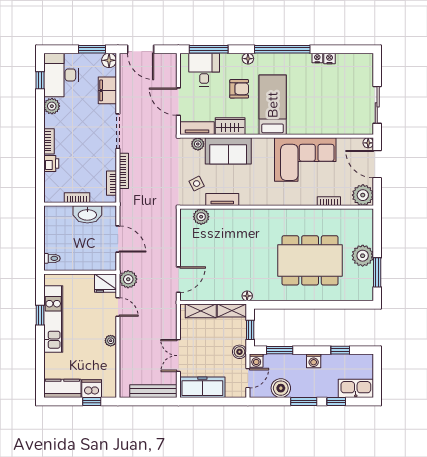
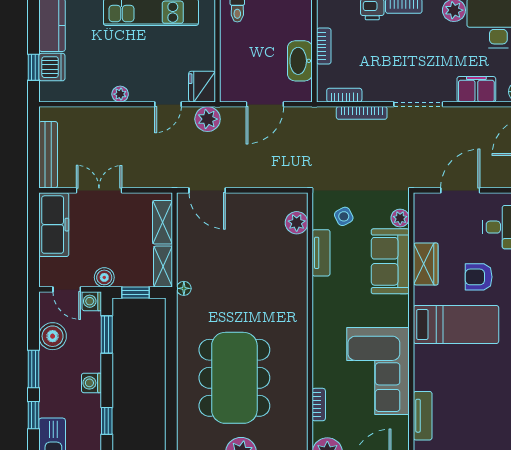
armchair: (239, 89) -> (479, 277), turned 90
tv unit: (197, 128) -> (423, 416), moved

